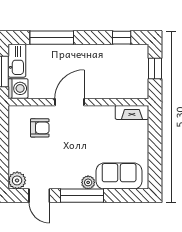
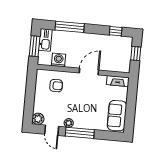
washing machine: (18, 88) -> (59, 60), moved, turned -90
door: (69, 102) -> (89, 72), moved
sofa: (119, 176) -> (117, 116), moved, turned -90
plant: (88, 182) -> (69, 123), moved

